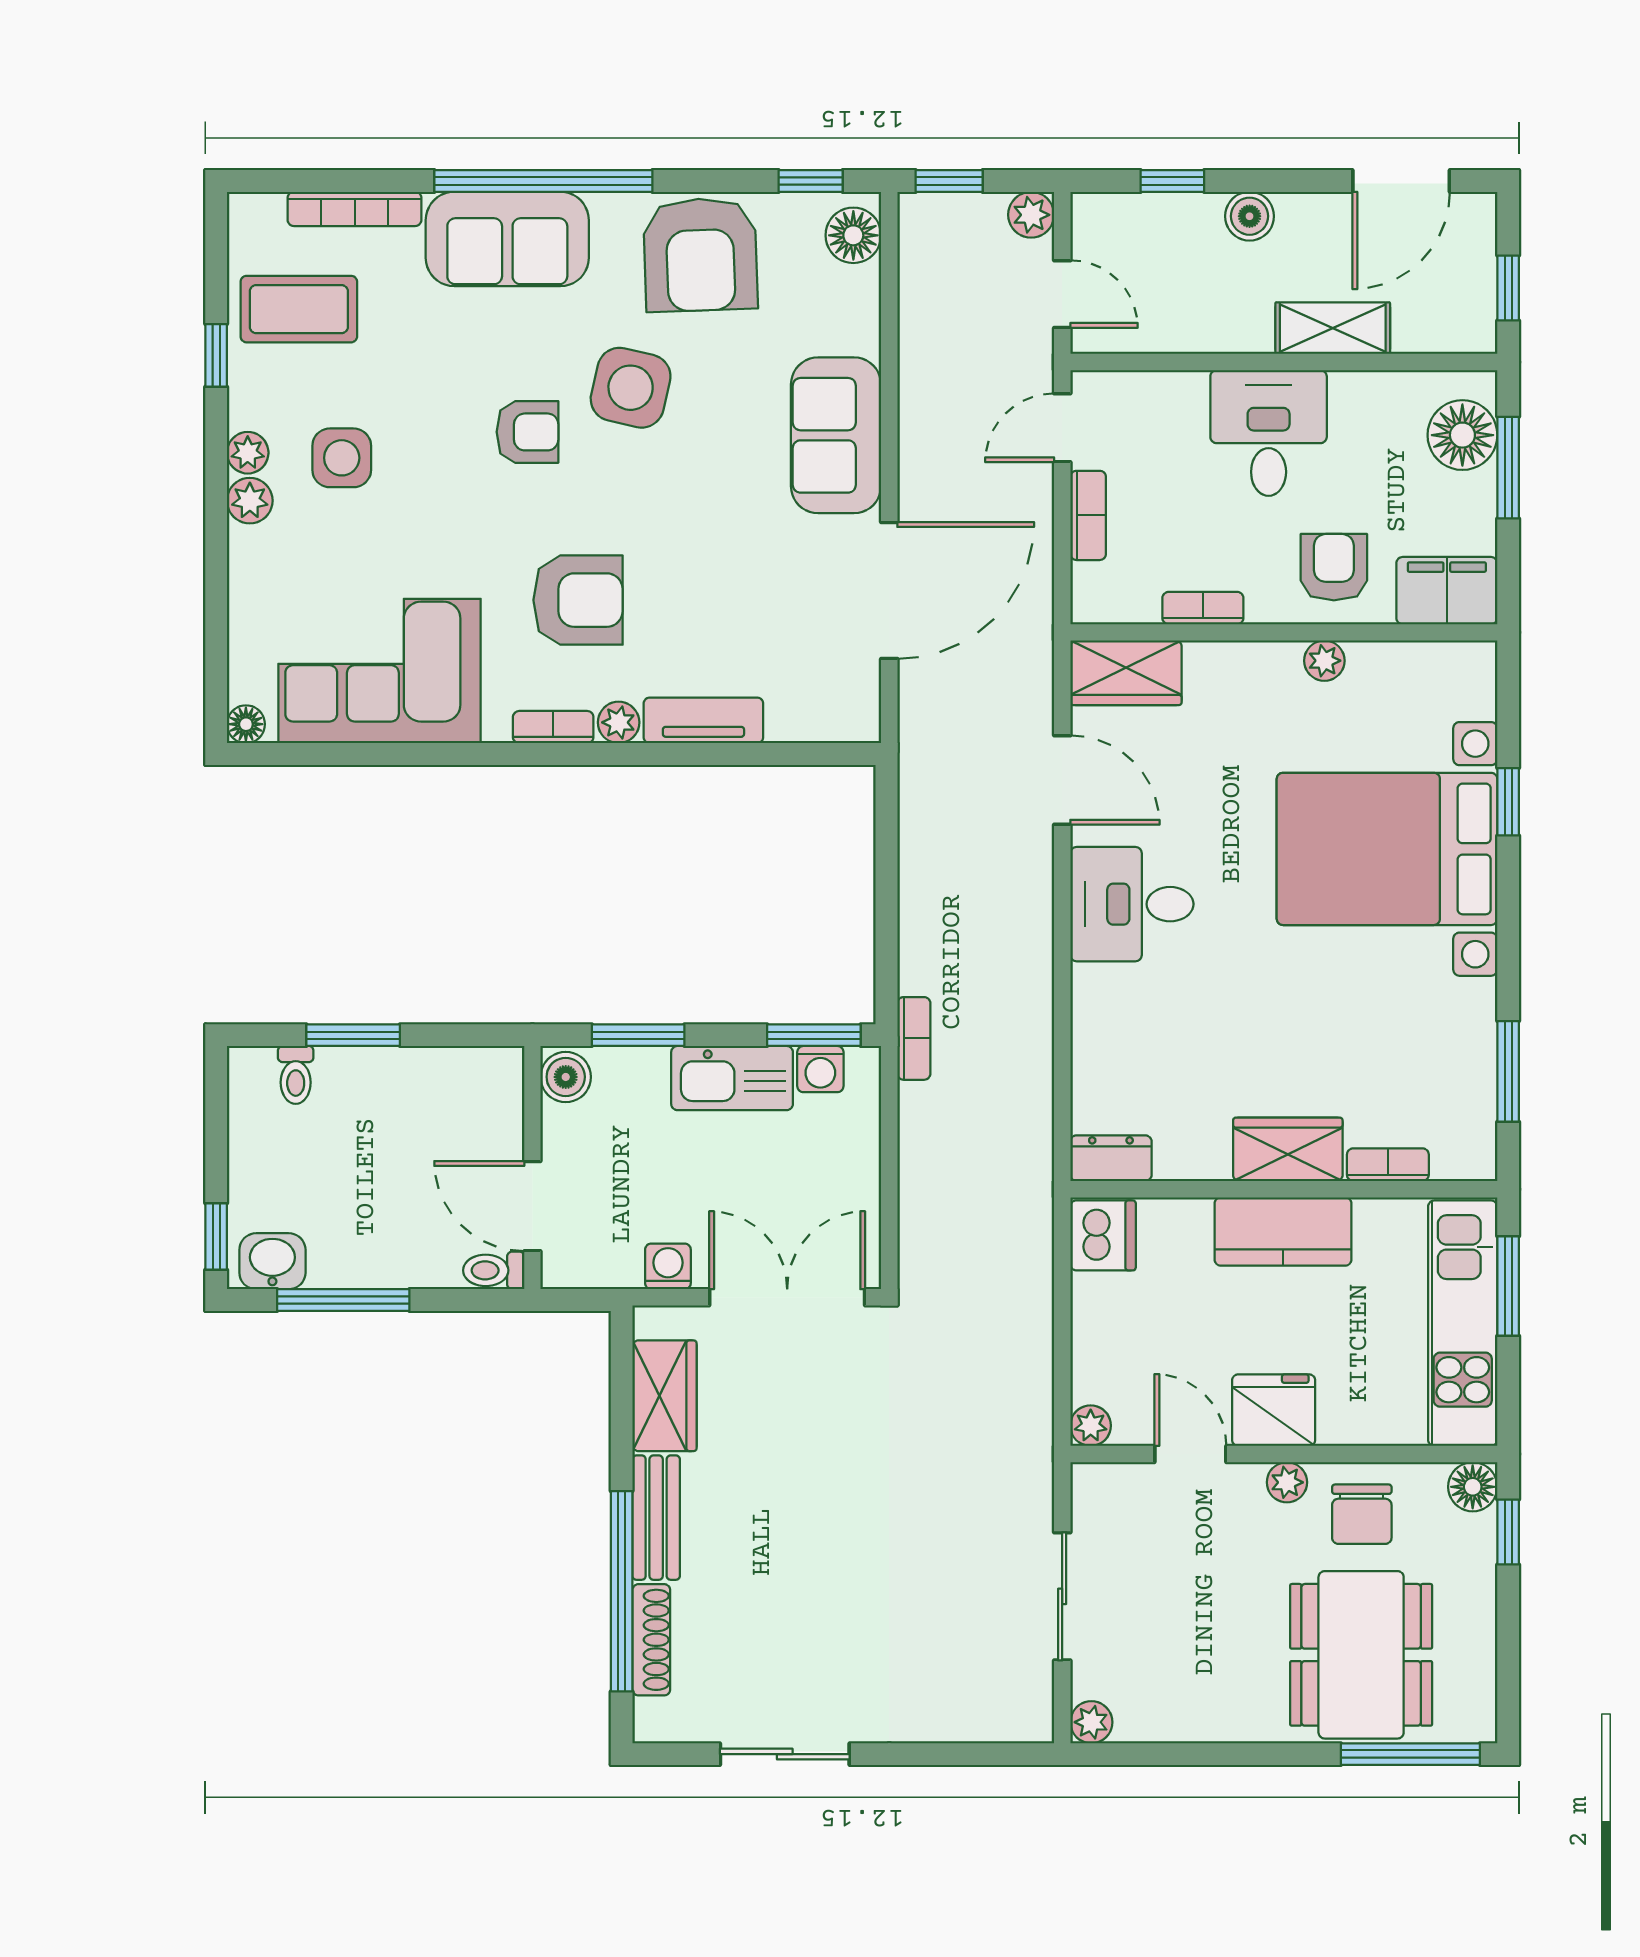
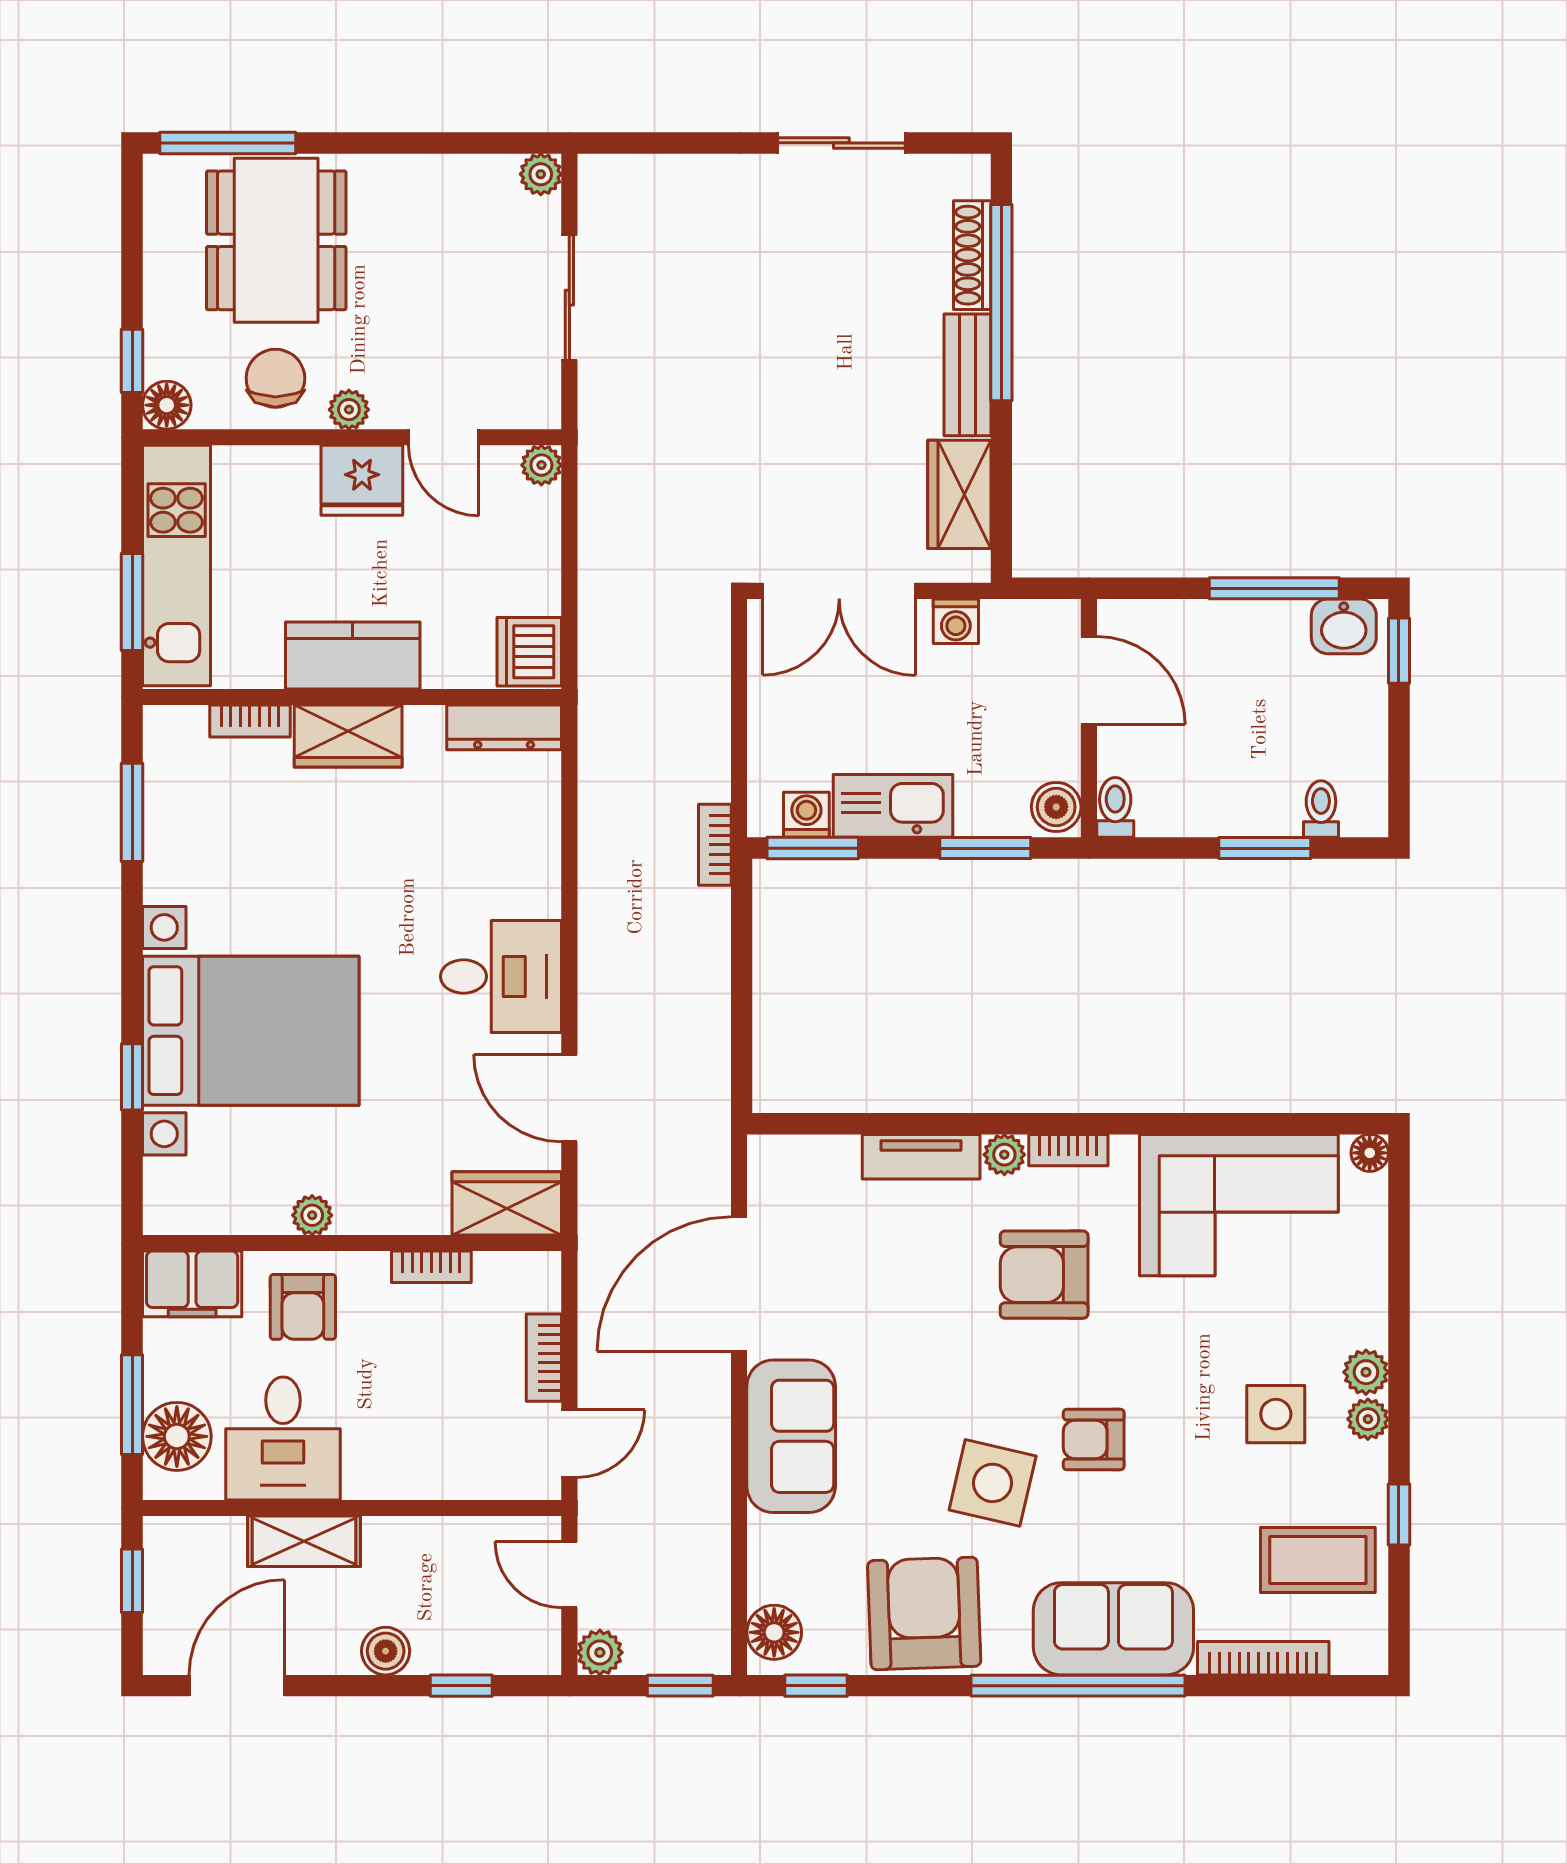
desk: (1269, 433) -> (283, 1438), moved
dresser: (1111, 1158) -> (504, 727), width x1.44
toilet: (494, 1270) -> (1115, 807), moved, turned -90

